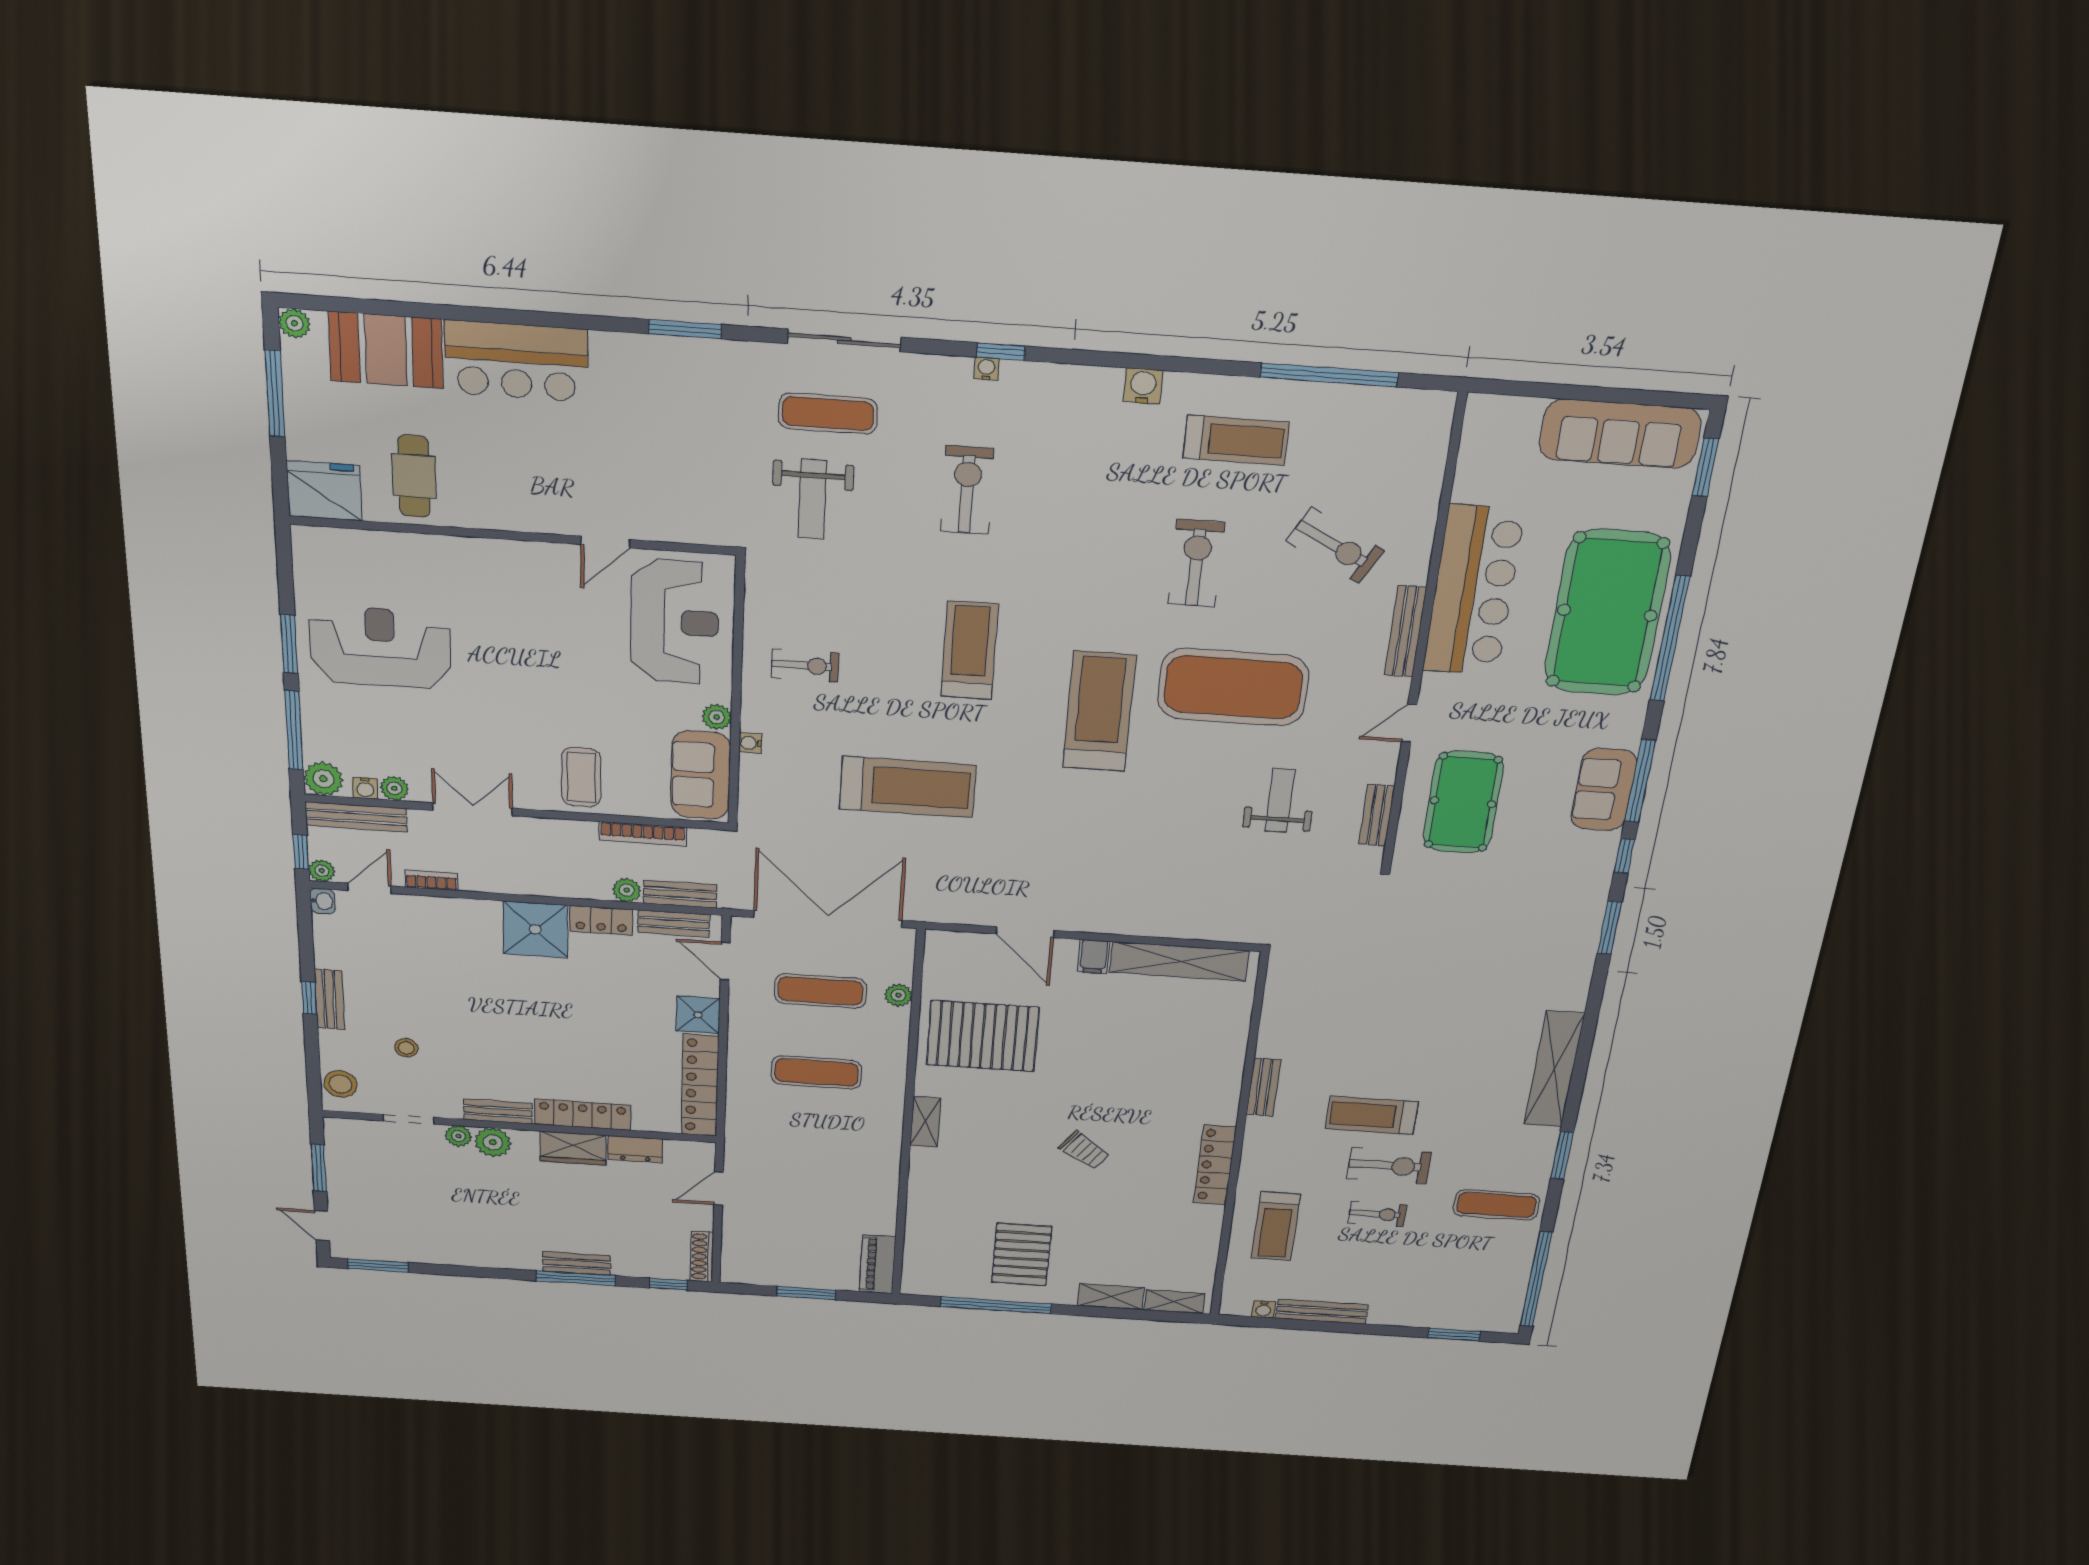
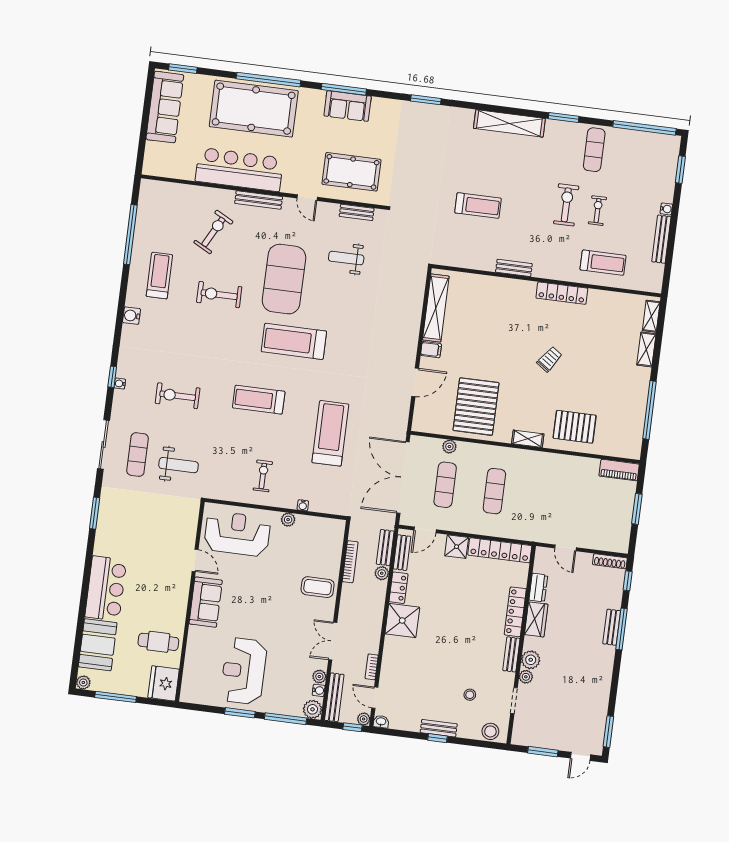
sofa: (701, 775) -> (206, 602), moved, turned -90
window: (1624, 856) -> (385, 95), removed
treadmill: (1372, 1115) -> (478, 206), moved, turned -90
pallet: (1022, 1254) -> (575, 427), moved
water cooler: (1263, 1309) -> (666, 209), moved

